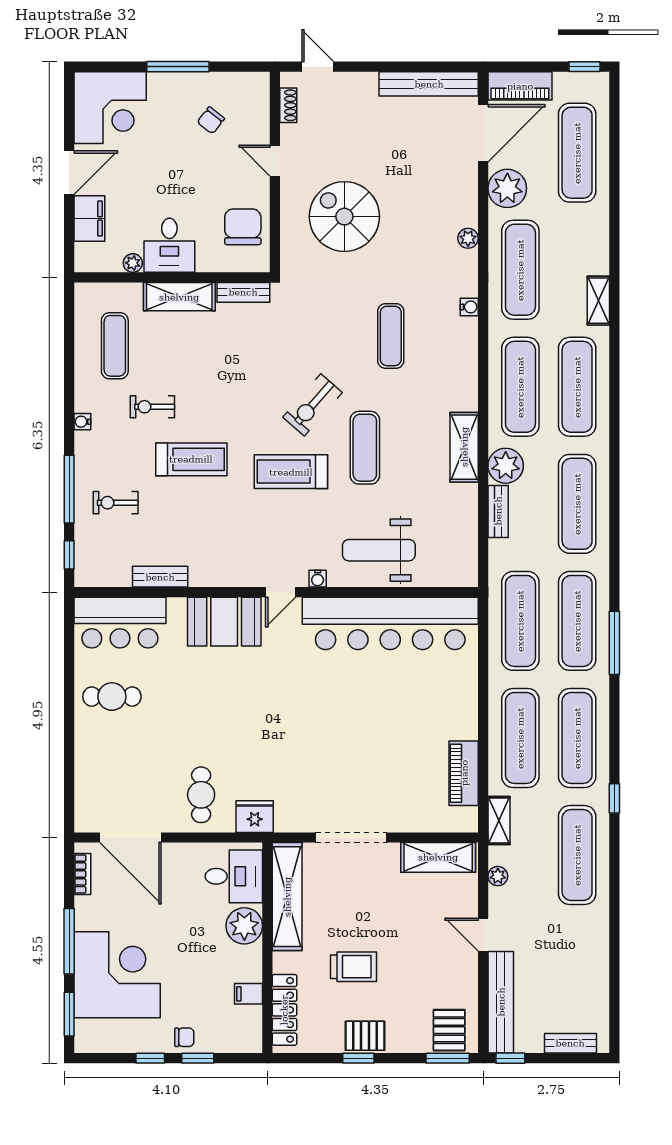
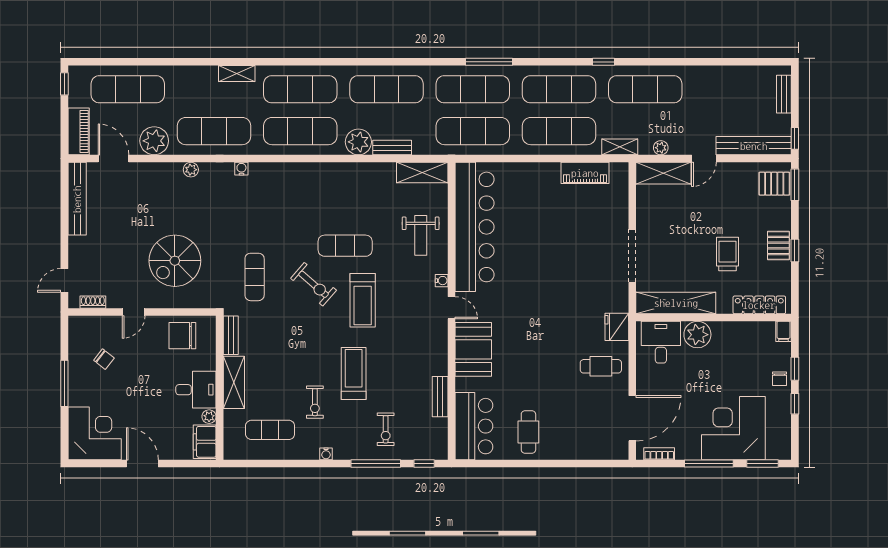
door: (483, 133) -> (113, 159), width x0.73
filing cabinet: (89, 218) -> (205, 442), moved, turned -90
exercise mat: (391, 336) -> (255, 277), moved, turned 90
shelving: (464, 447) -> (422, 172), moved
weight bench: (379, 550) -> (421, 235), width x0.73, depth x0.75
shelving: (438, 857) -> (663, 173), moved, turned 90
filing cabinet: (249, 994) -> (784, 331), moved
chair: (184, 1037) -> (779, 379), turned 180

